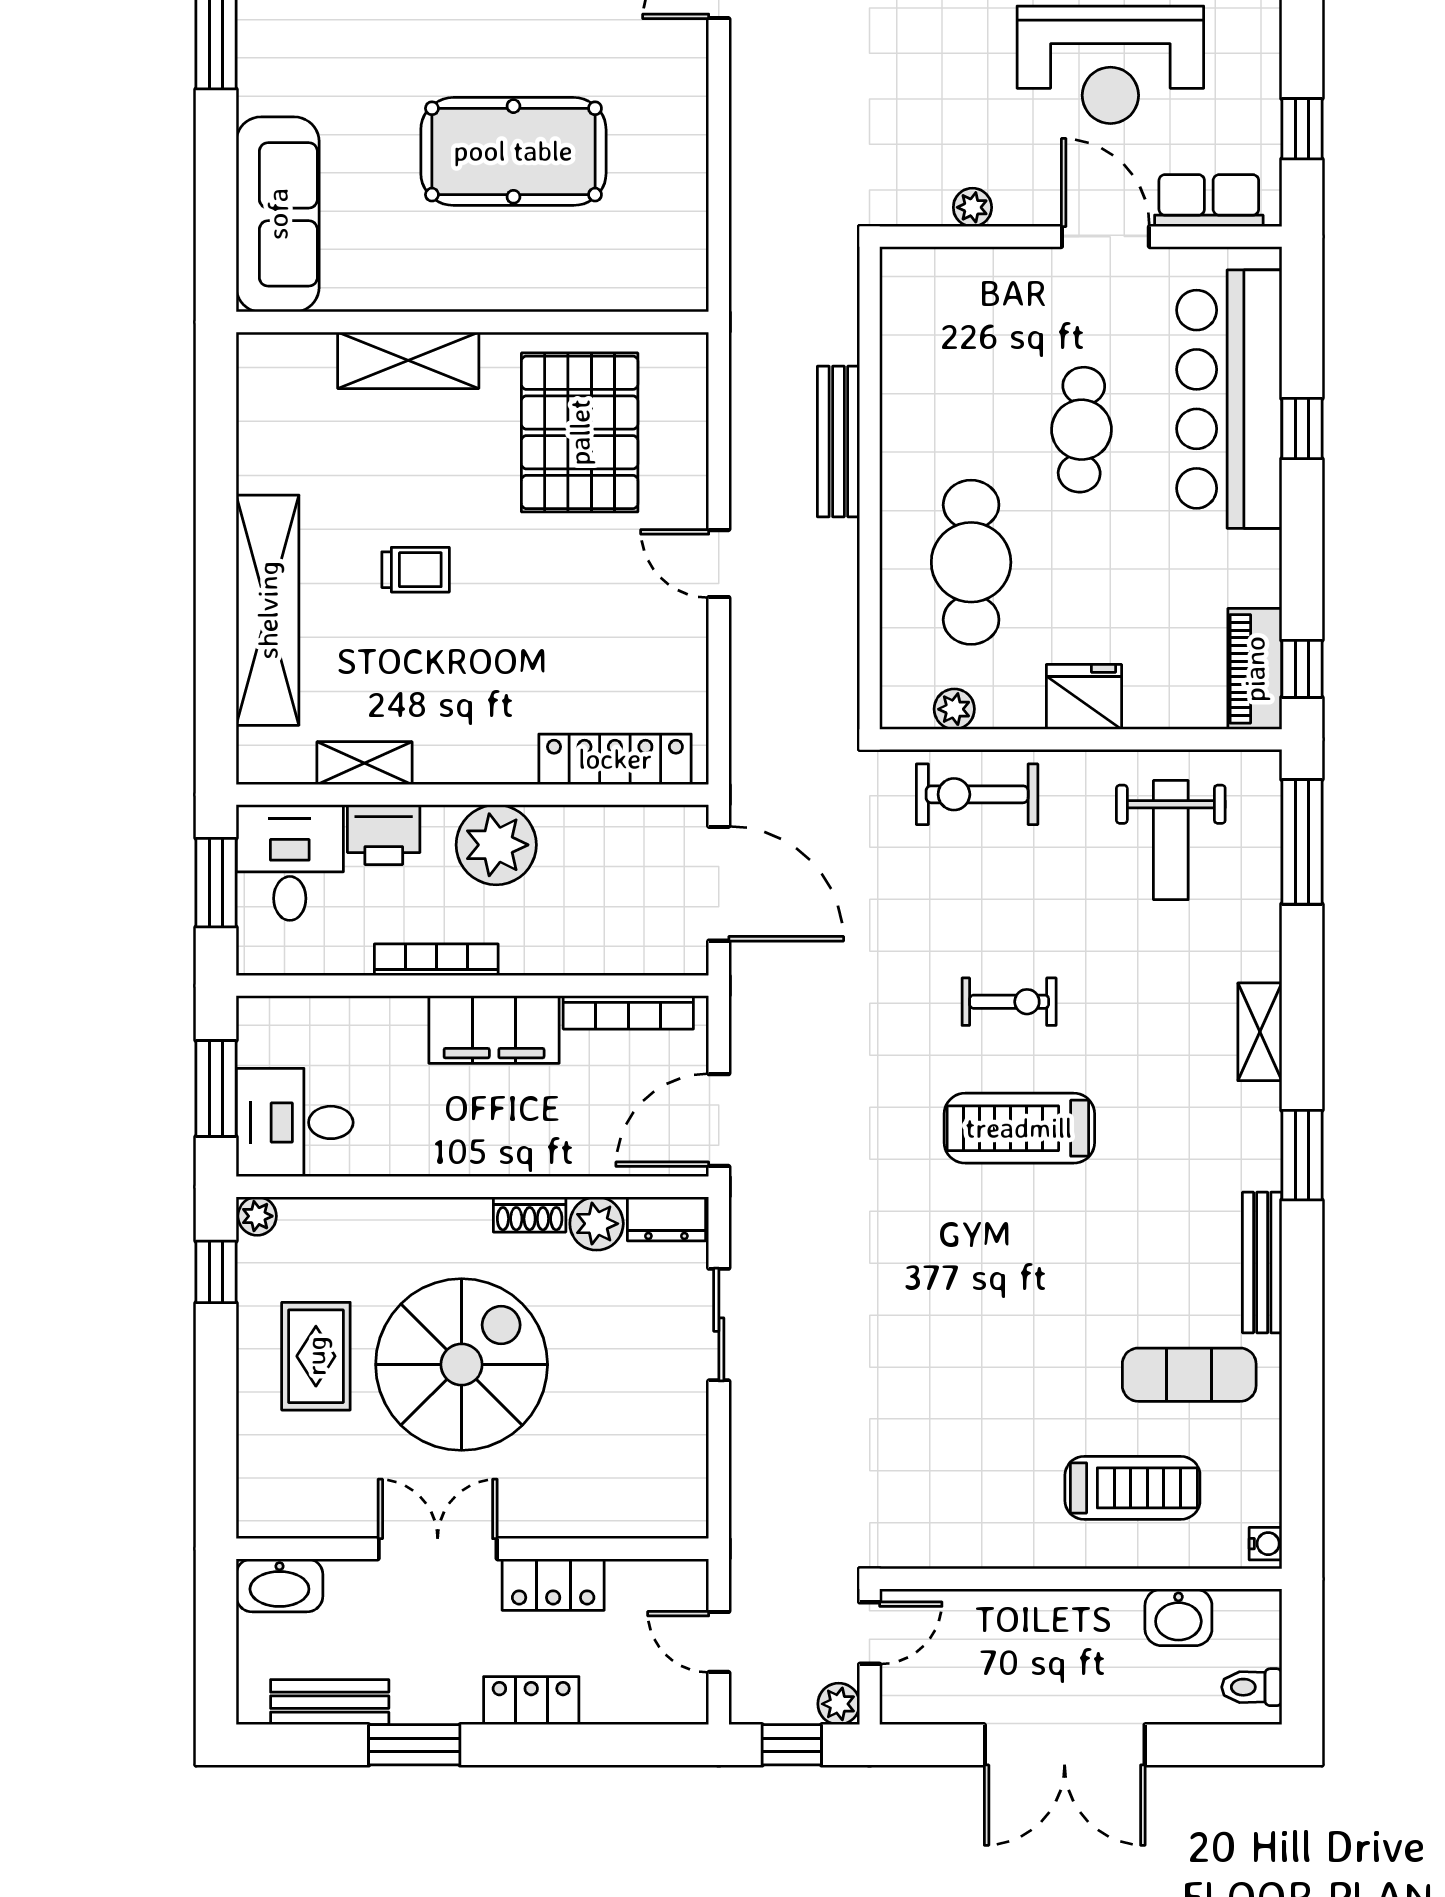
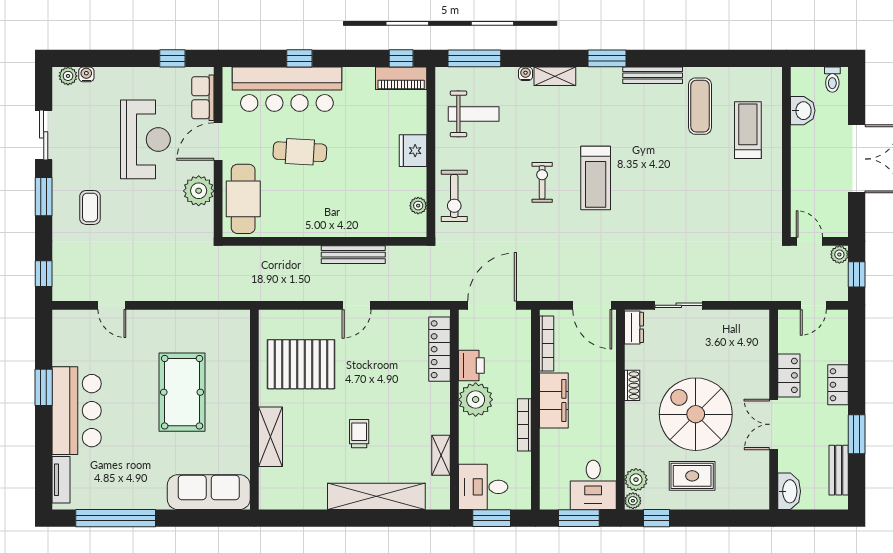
plant: (972, 207) -> (199, 191), width x1.87, depth x1.87
bench: (838, 442) -> (353, 255), moved
cafe table: (971, 562) -> (243, 199), moved, turned 90
printer: (384, 835) -> (471, 365), moved
plant: (597, 1224) -> (636, 480), moved
water cooler: (1266, 1544) -> (525, 74), moved

